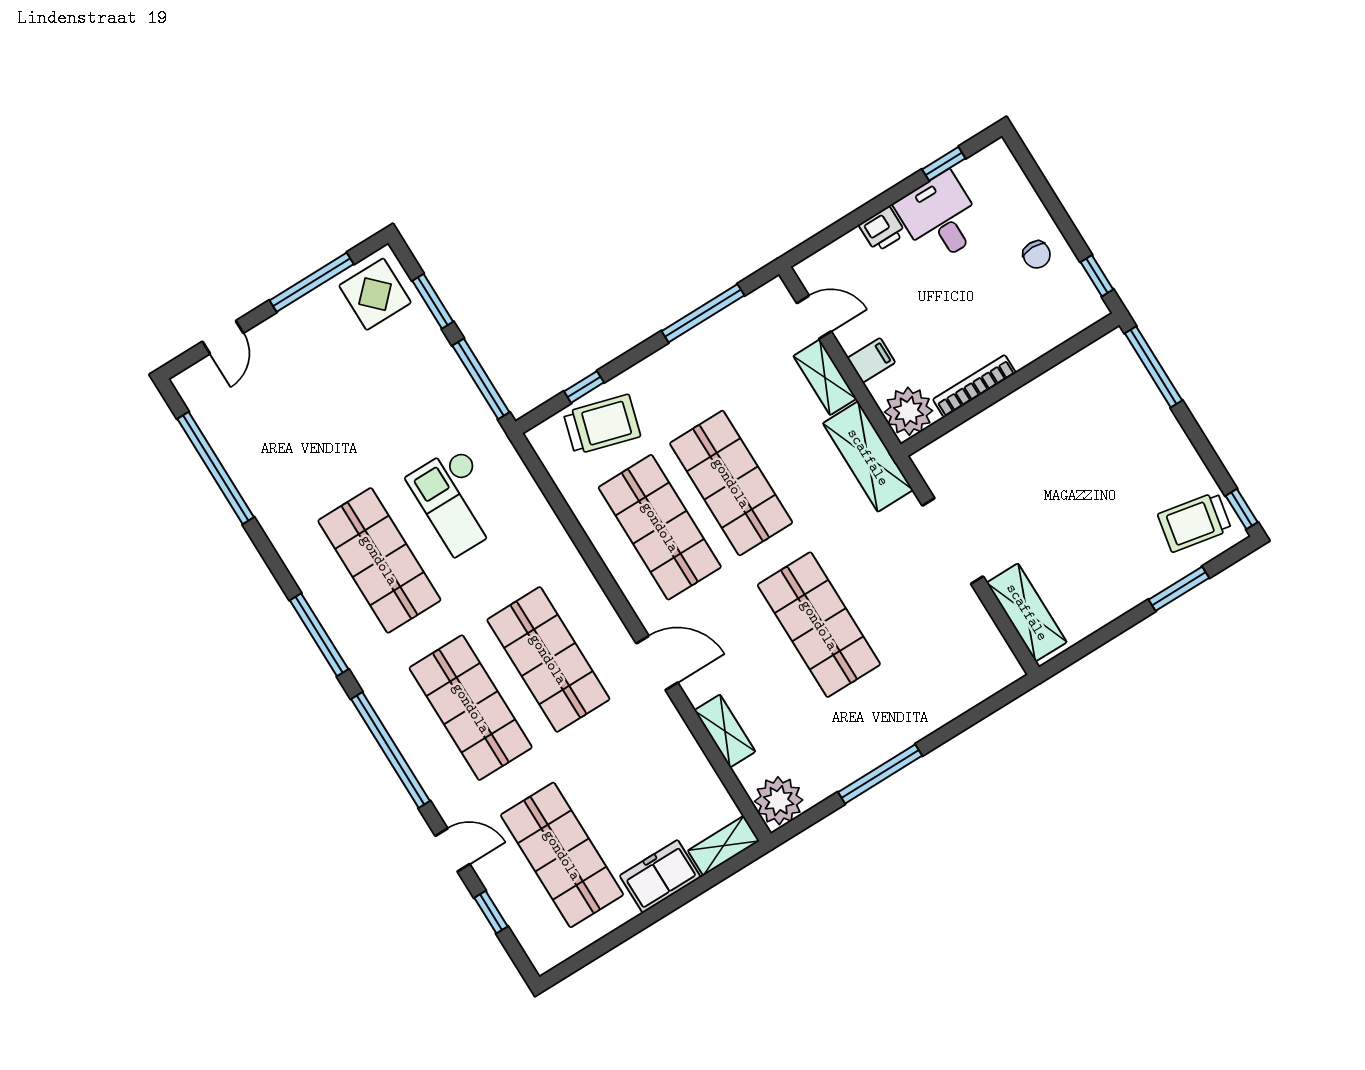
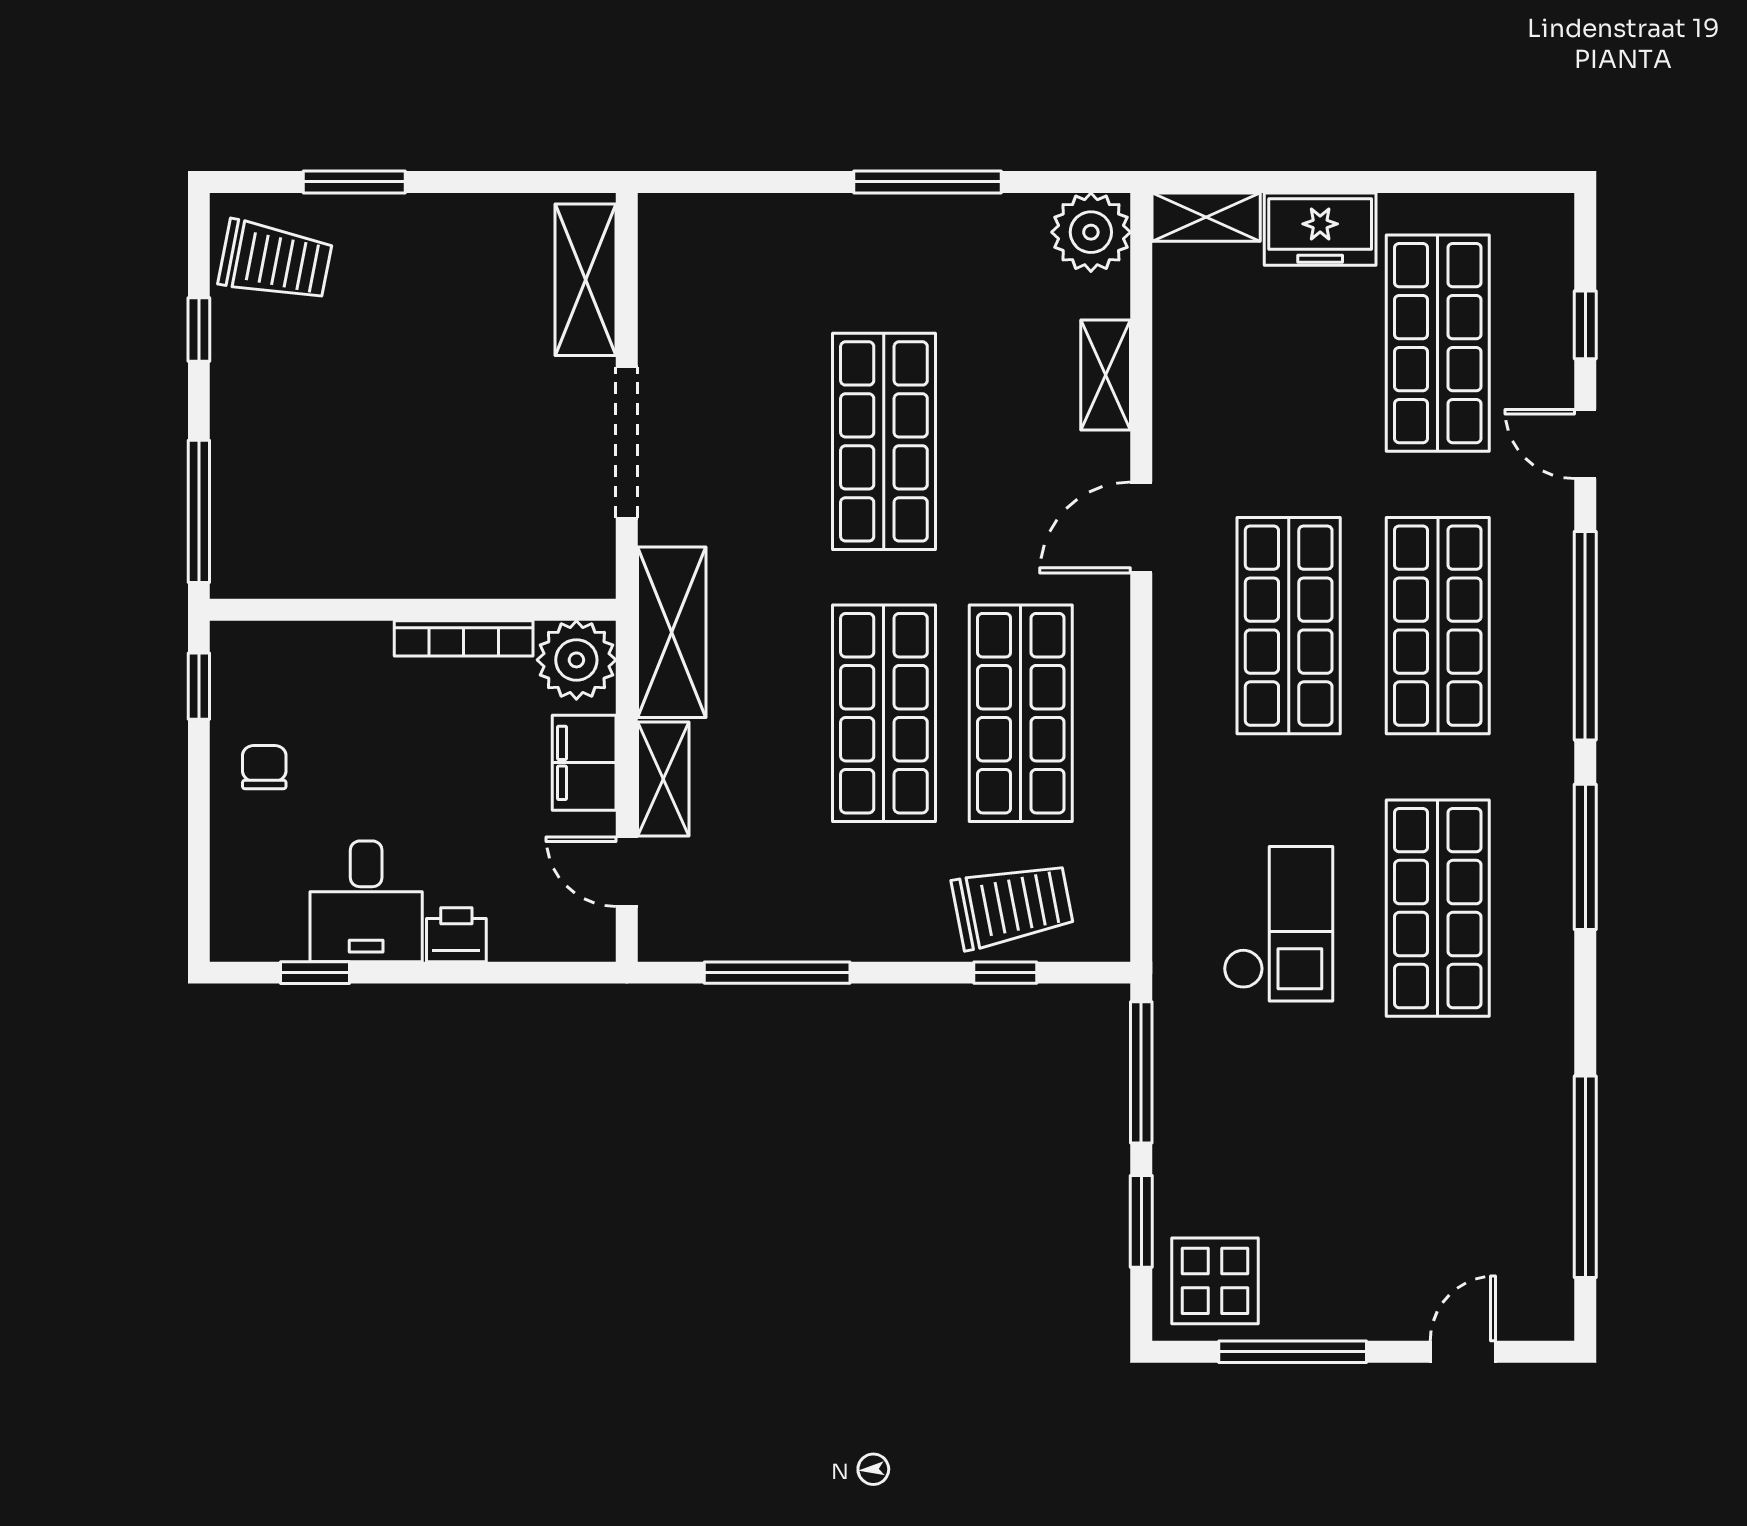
filing cabinet: (871, 360) -> (584, 763), width x2.00
trolley: (602, 424) -> (1013, 905), turned 153
window: (1242, 509) -> (199, 330), moved
door: (657, 663) -> (1141, 528), hinge flipped

